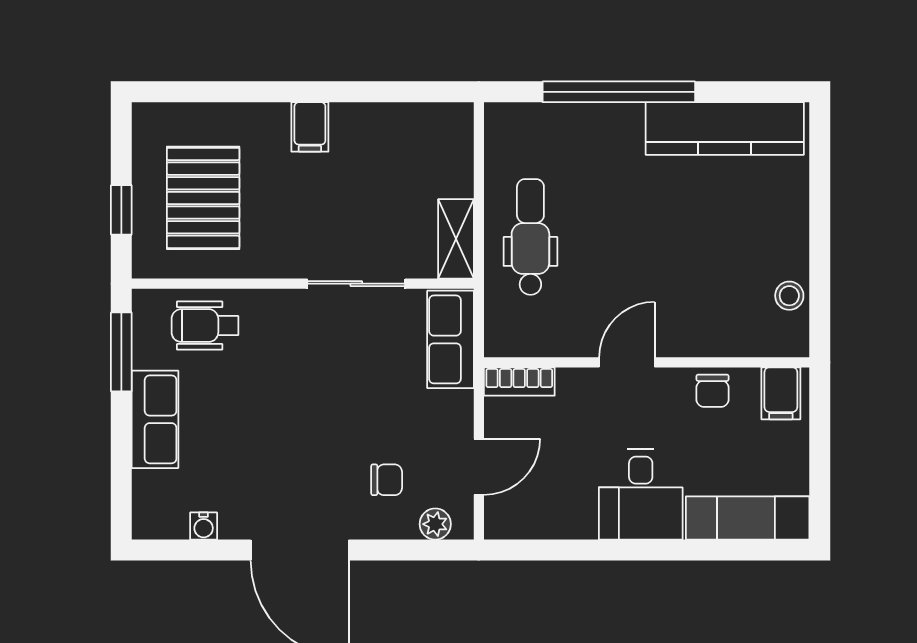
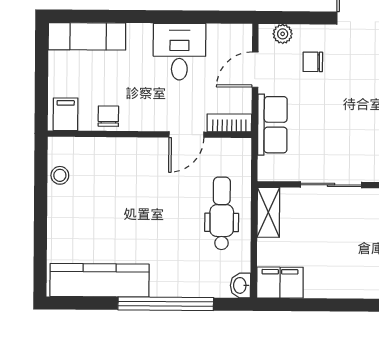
washbasin: (500, 122) -> (240, 285), added
filing cabinet: (310, 127) -> (280, 283), moved, width x2.00
dental chair: (530, 237) -> (222, 213), turned 180
row of seats: (451, 339) -> (272, 125), moved
door: (627, 362) -> (186, 135), moved
desk: (641, 494) -> (179, 52), moved

